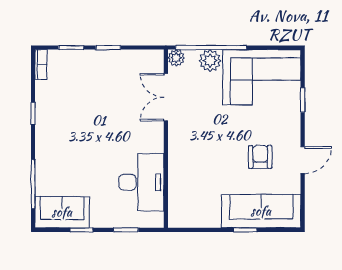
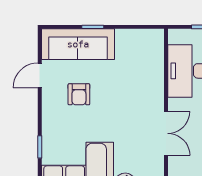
double door: (166, 97) -> (166, 133), moved
door: (303, 160) -> (40, 75), moved

